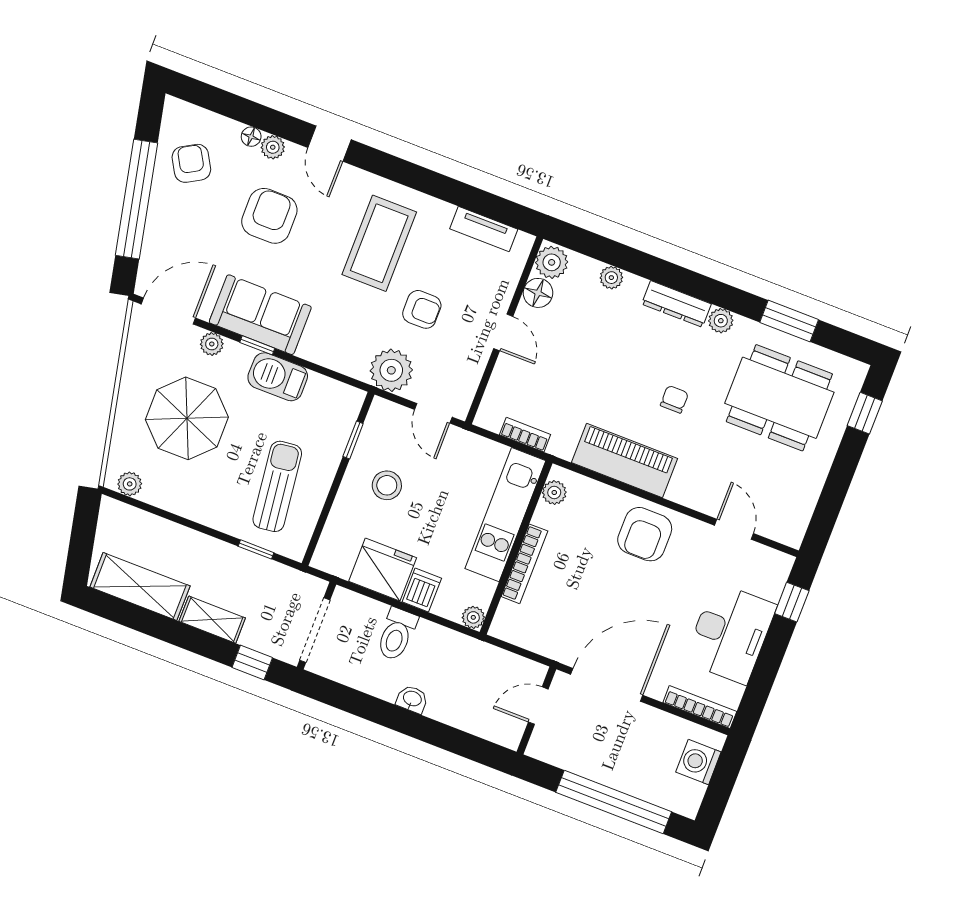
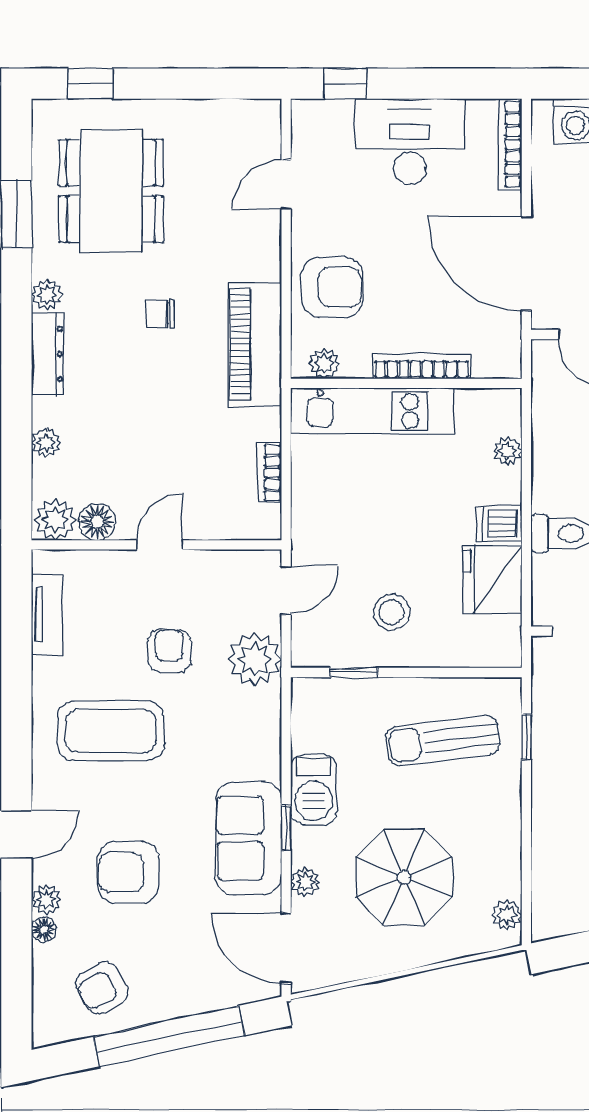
plant: (554, 492) -> (324, 364), moved
kitchen unit: (505, 515) -> (372, 411), moved
wall: (516, 548) -> (406, 383), moved
bookcase: (524, 564) -> (422, 366), moved

